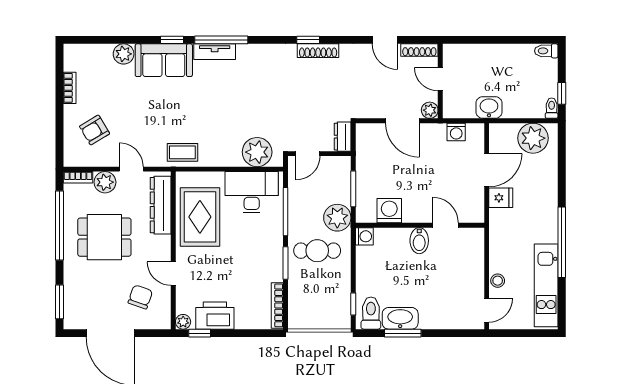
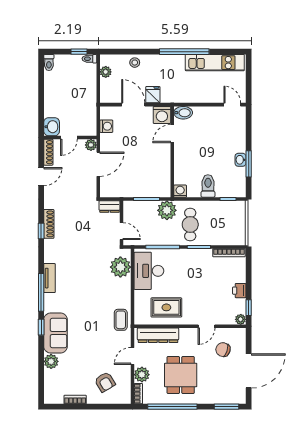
tv unit: (215, 52) -> (49, 278), moved
washbasin: (489, 108) -> (52, 127), moved, turned 180
plant: (533, 138) -> (106, 72), width x0.53, depth x0.53
washing machine: (389, 211) -> (162, 115), moved, turned -90
rug: (200, 217) -> (166, 307), width x0.73, depth x0.70
bidet: (419, 241) -> (183, 113), moved
stool: (498, 281) -> (135, 63), moved
toilet: (371, 313) -> (208, 186), moved, turned 90
printer: (215, 316) -> (239, 291), width x0.53, depth x0.68
washbasin: (400, 318) -> (240, 160), width x0.52, depth x0.69

